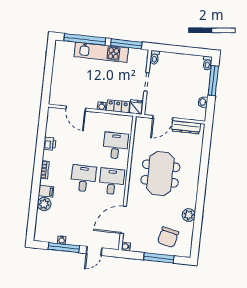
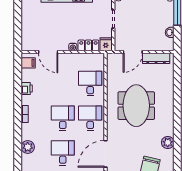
filing cabinet: (46, 191) -> (28, 63), moved
desk: (80, 214) -> (63, 153), added

